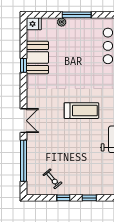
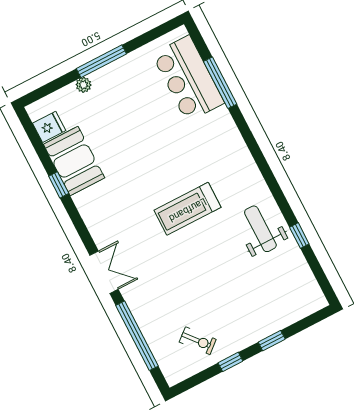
fridge: (34, 24) -> (49, 127), moved
treadmill: (81, 111) -> (187, 209), turned 180

